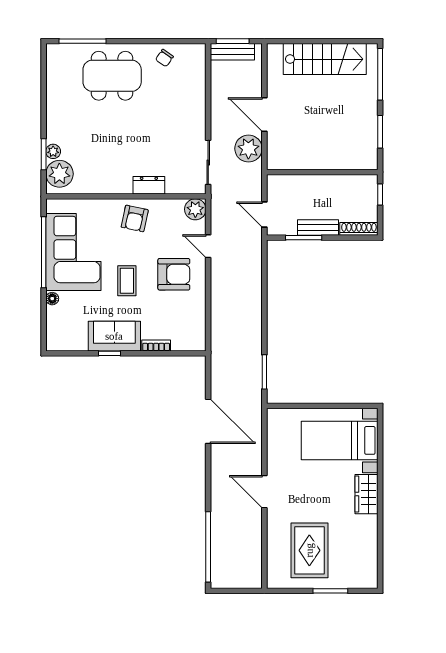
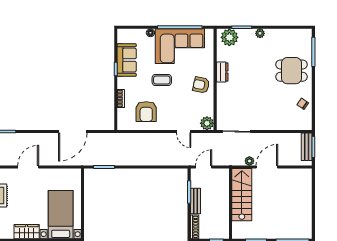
stairs: (325, 59) -> (242, 195), moved, turned 180
dining table: (112, 76) -> (292, 71), width x0.73
plant: (248, 149) -> (249, 161), width x0.53, depth x0.53
plant: (53, 151) -> (260, 33), moved
dresser: (149, 185) -> (222, 72), moved
door: (208, 246) -> (184, 131), swing flipped
armchair: (174, 274) -> (146, 112), moved
sofa: (114, 336) -> (127, 60), moved

